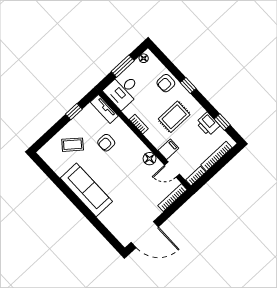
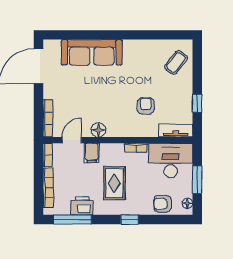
armchair: (166, 83) -> (163, 204), moved, turned -90
desk: (123, 91) -> (171, 161), width x1.37
window: (222, 122) -> (72, 219), width x2.17
coffee table: (73, 145) -> (176, 62), moved
sofa: (86, 190) -> (92, 52), moved

